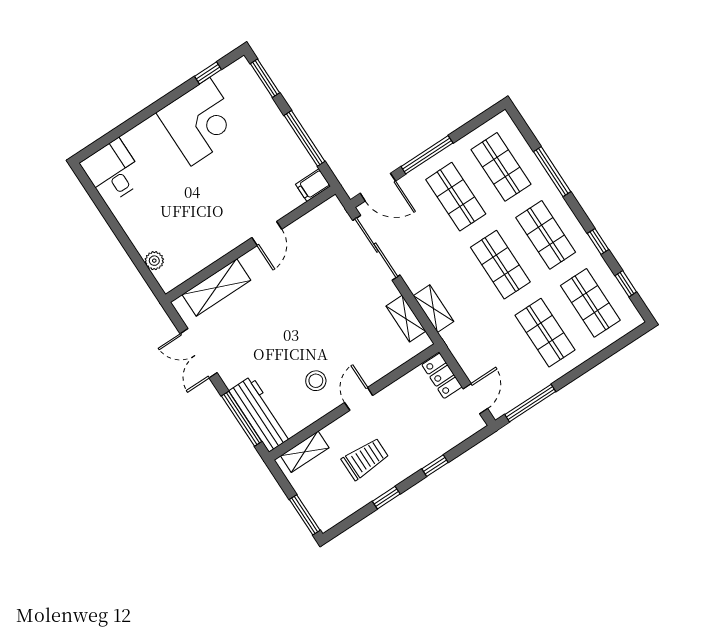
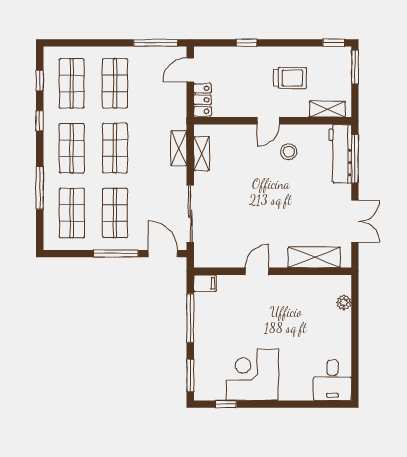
trolley: (365, 459) -> (290, 78), turned 180
window: (386, 498) -> (334, 43), moved

